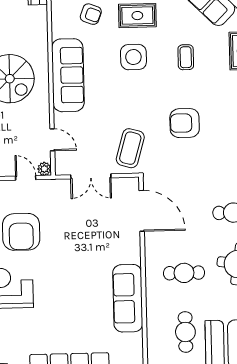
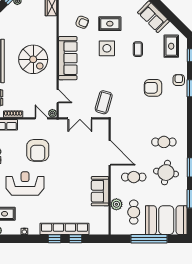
armchair: (185, 123) -> (153, 88), moved
door: (142, 211) -> (110, 153), moved
sofa: (128, 298) -> (100, 191), width x0.73
plant: (156, 319) -> (116, 204), added

